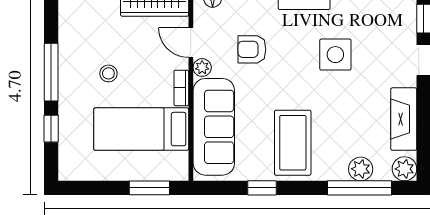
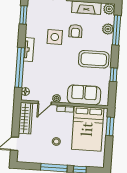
armchair: (252, 49) -> (75, 31), moved
sofa: (214, 127) -> (84, 95), width x0.73
bed: (141, 129) -> (88, 129), width x1.50

